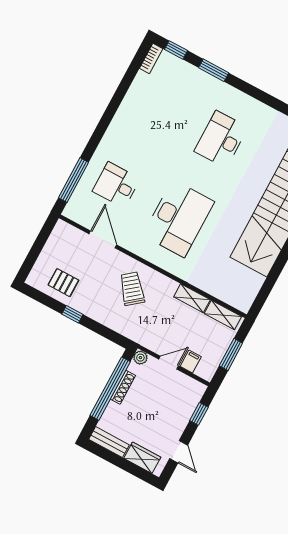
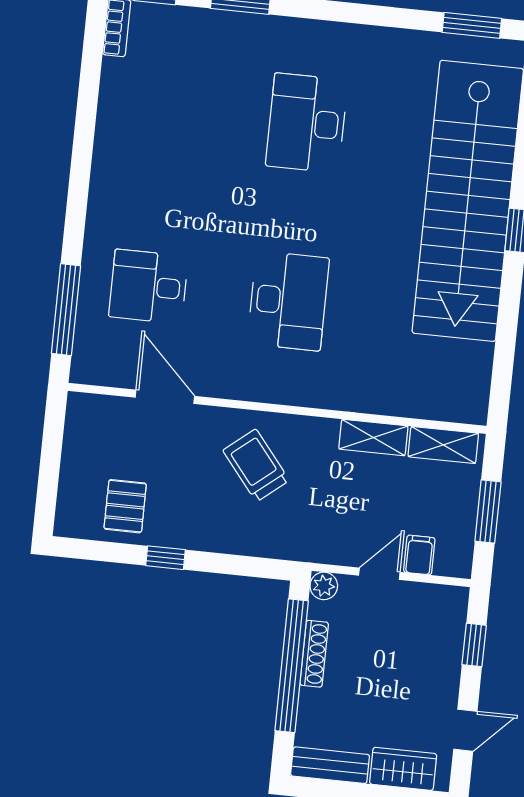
desk: (178, 218) -> (288, 301), width x0.73, depth x0.77
pallet: (63, 283) -> (125, 506), turned 90
door: (179, 452) -> (465, 730), hinge flipped

